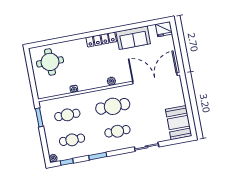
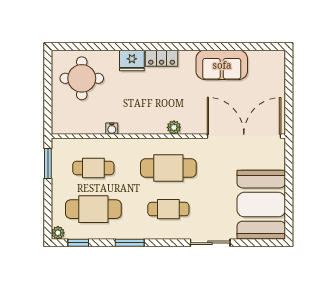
fridge: (164, 29) -> (132, 60), moved
locker: (101, 40) -> (162, 58), width x0.66
booth: (179, 123) -> (261, 205), width x1.36, depth x1.42
cafe table: (72, 140) -> (93, 209), width x1.37, depth x1.35

